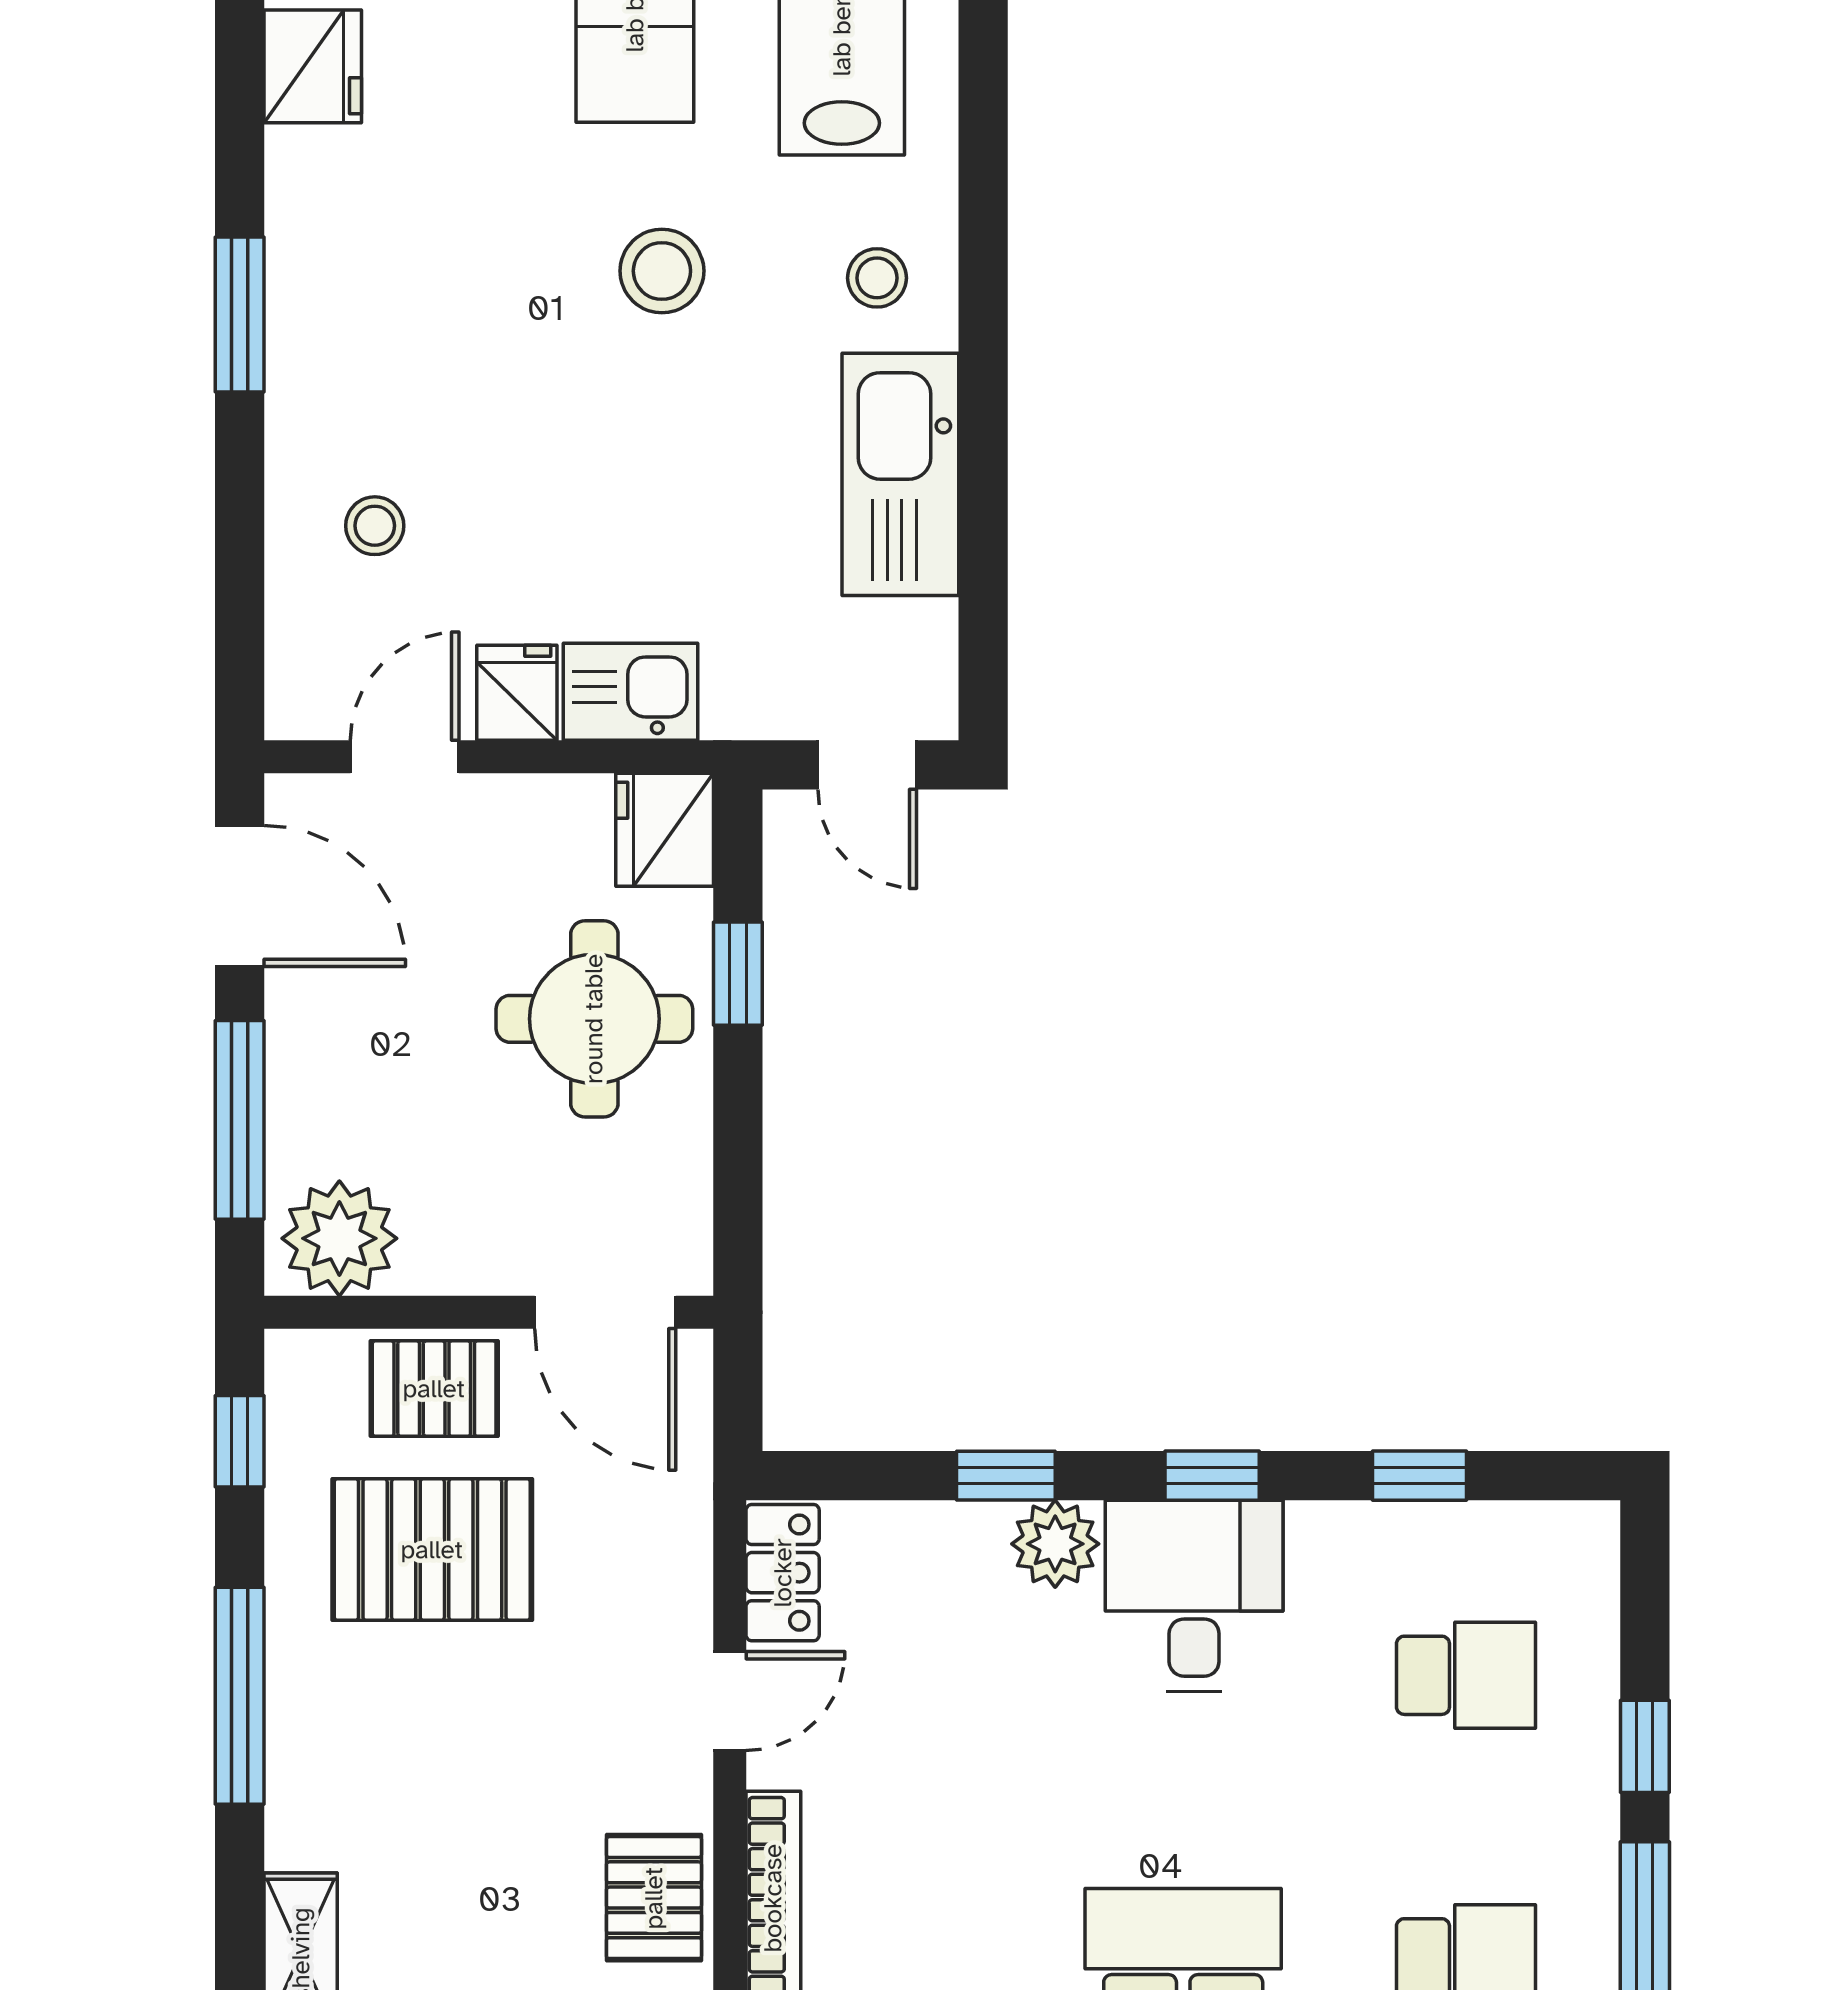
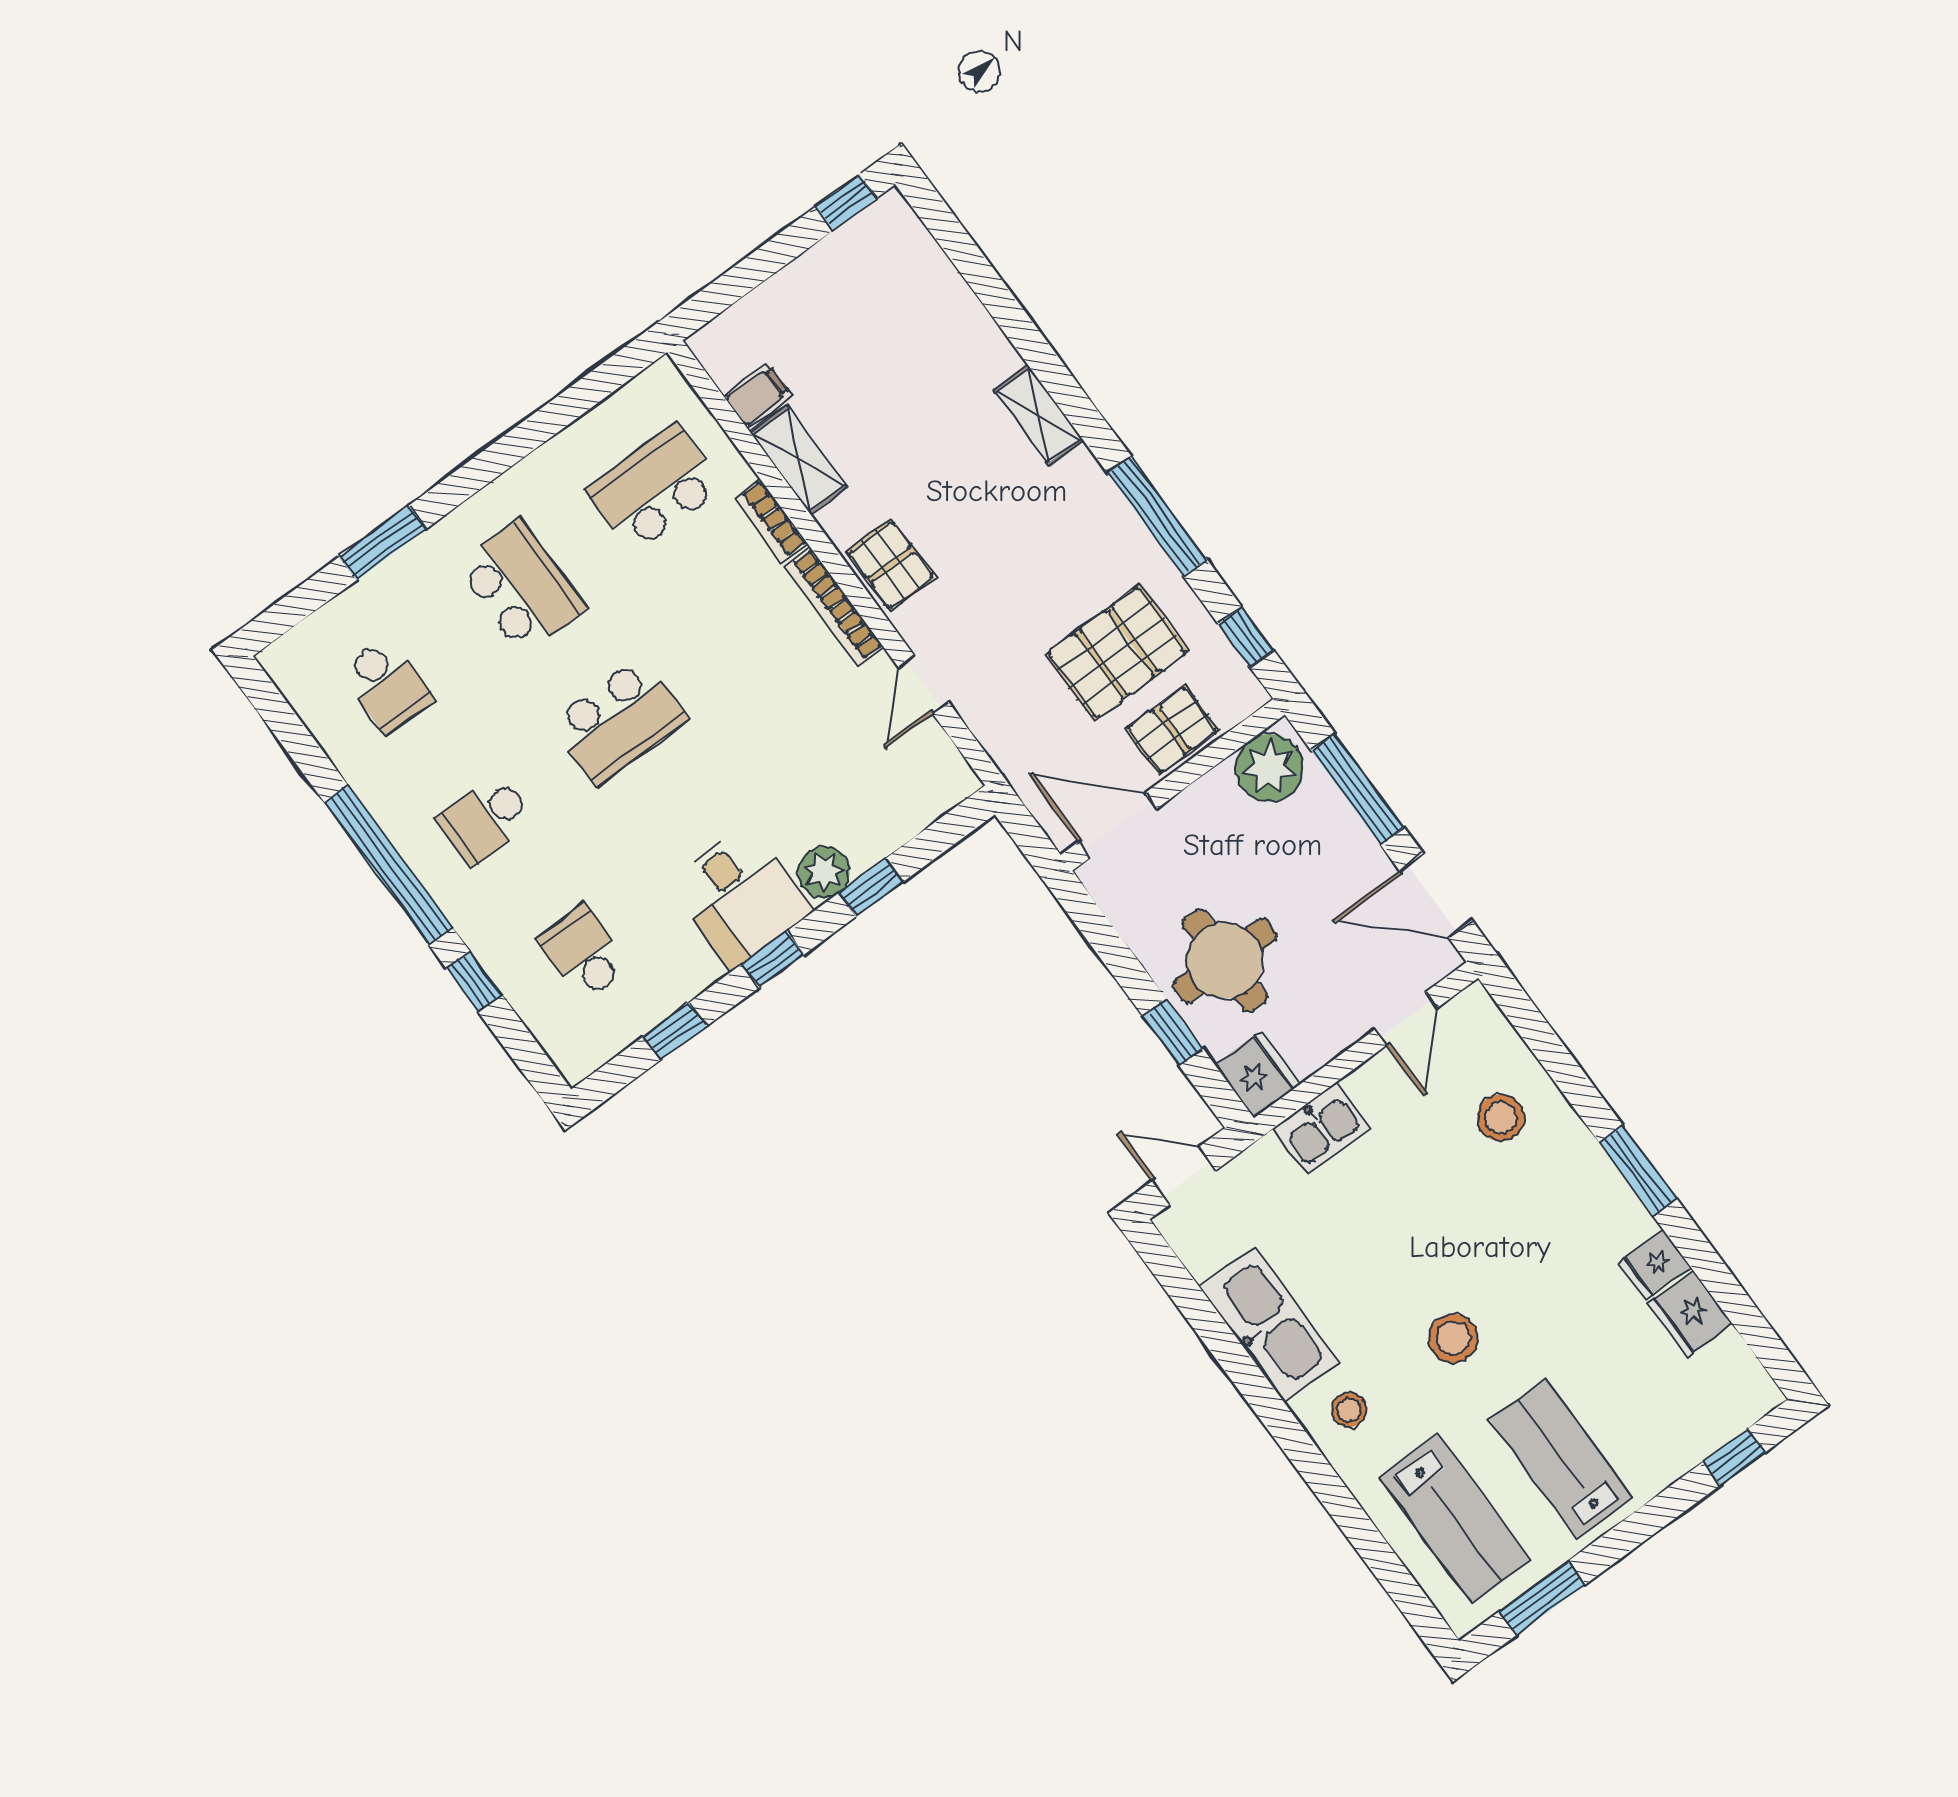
stool: (375, 526) -> (1501, 1118), width x1.37, depth x1.37
fridge: (517, 693) -> (1654, 1265), moved, turned 90
locker: (783, 1573) -> (943, 764), removed
school desk: (1466, 1675) -> (583, 953), turned 90

